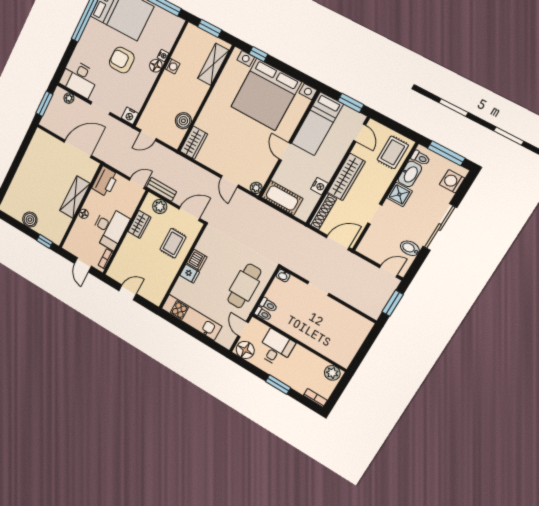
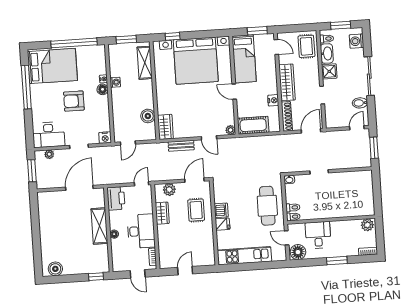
window: (446, 153) -> (341, 25), width x0.69
bench: (161, 189) -> (181, 146), moved
boiler: (30, 220) -> (55, 269), moved

